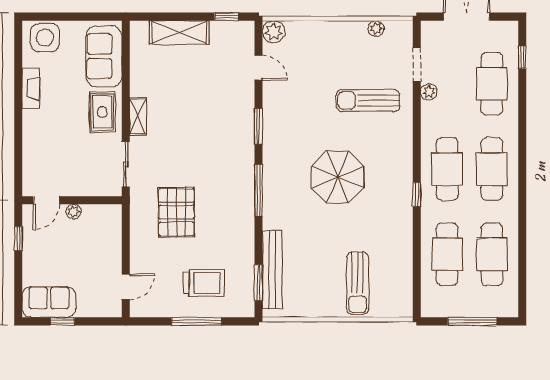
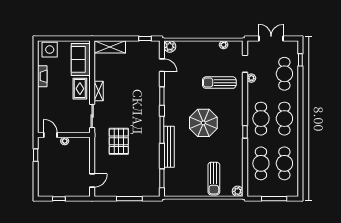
shelving: (179, 32) -> (110, 47), moved
door: (46, 200) -> (50, 135), swing flipped
bench: (272, 270) -> (169, 147), moved
trolley: (204, 283) -> (133, 178), removed
sofa: (49, 302) -> (52, 188), removed
plant: (403, 307) -> (238, 191), added

